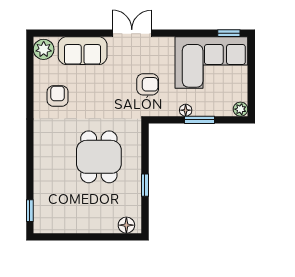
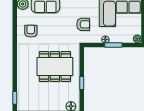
dining table: (99, 157) -> (55, 67), width x1.38

